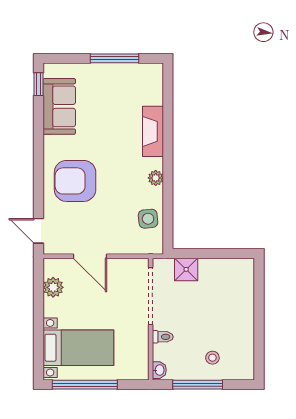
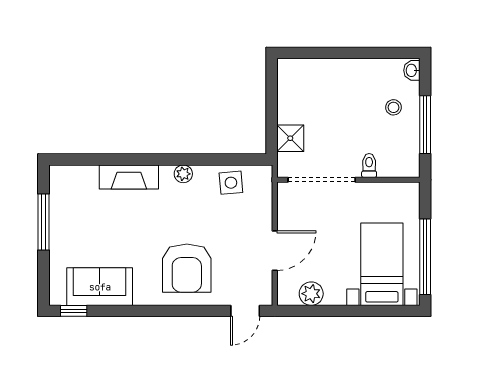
washbasin: (159, 370) -> (412, 70), moved, turned -90

